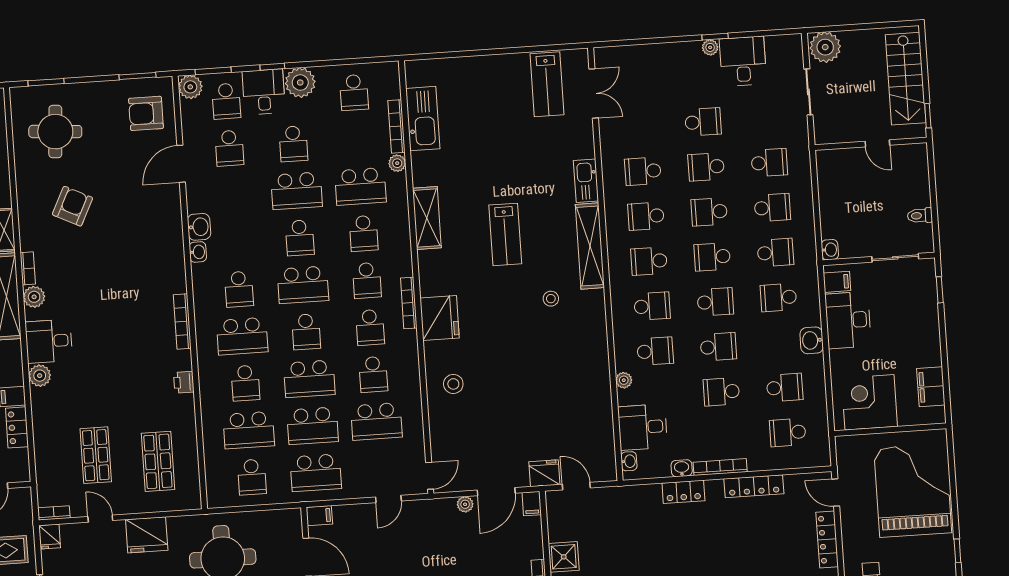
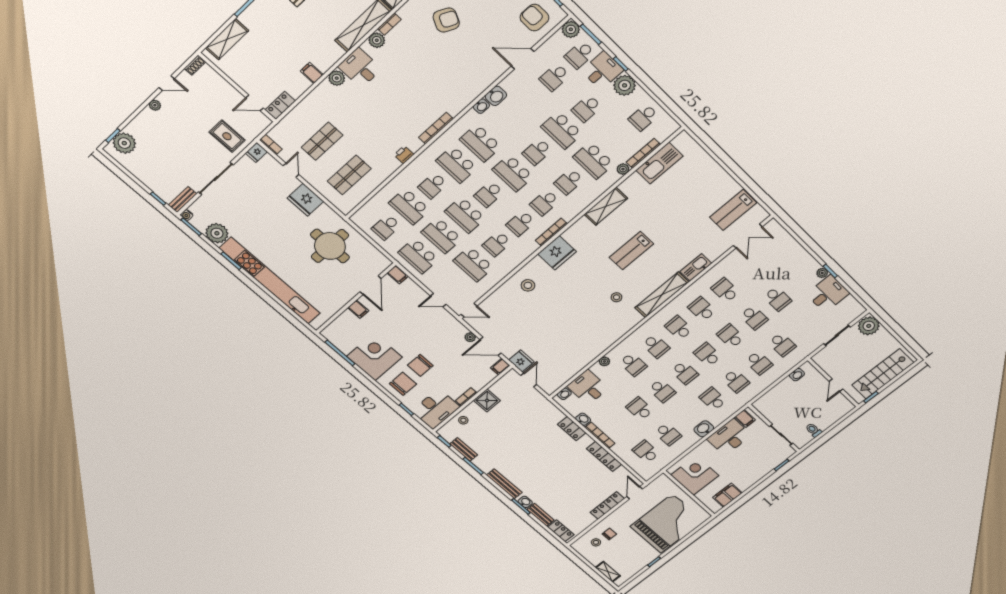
school desk: (706, 167) -> (754, 318), turned 180
washbasin: (830, 250) -> (797, 375), moved
school desk: (239, 289) -> (481, 143), width x1.85
locker: (17, 427) -> (280, 105), moved

